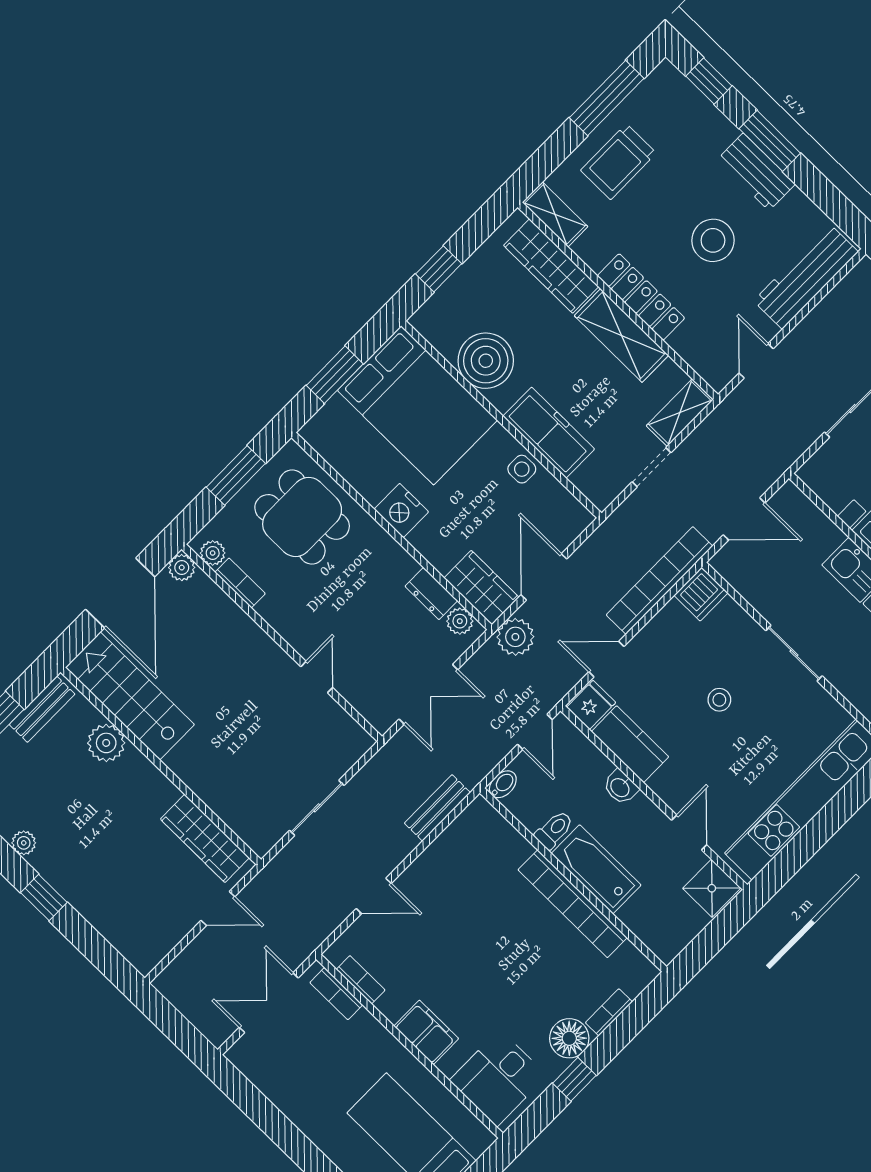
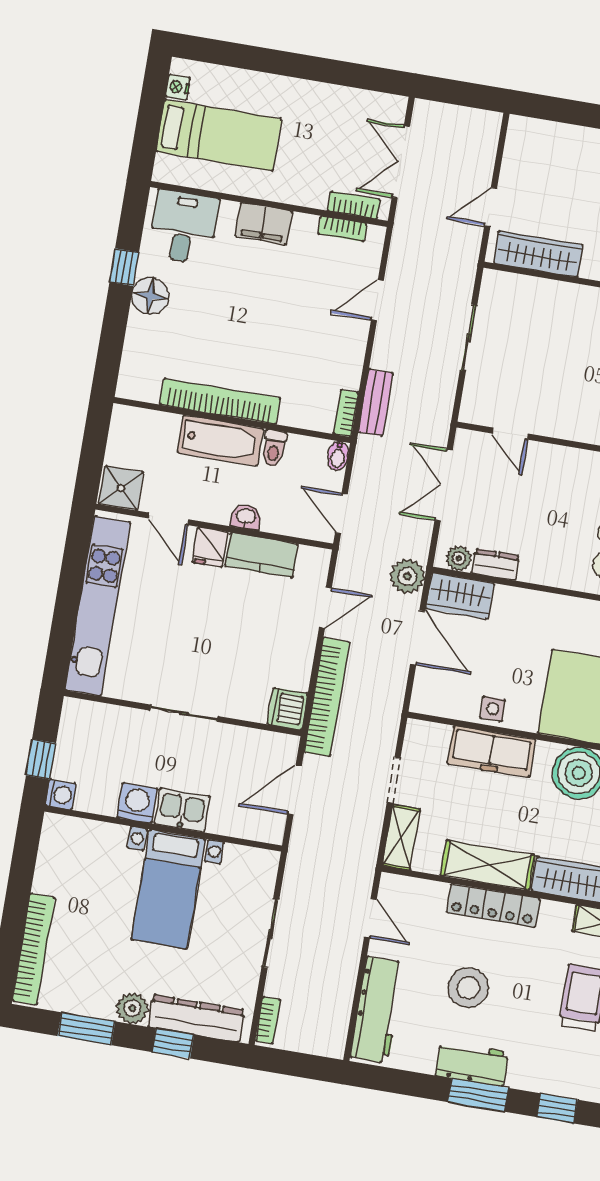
nightstand: (401, 510) -> (563, 612), removed
door: (317, 677) -> (510, 434), moved
stool: (719, 700) -> (217, 637), removed
fridge: (591, 705) -> (210, 547), moved
double door: (269, 1003) -> (401, 162), swing flipped
bookcase: (609, 1012) -> (346, 413), moved, turned 180

